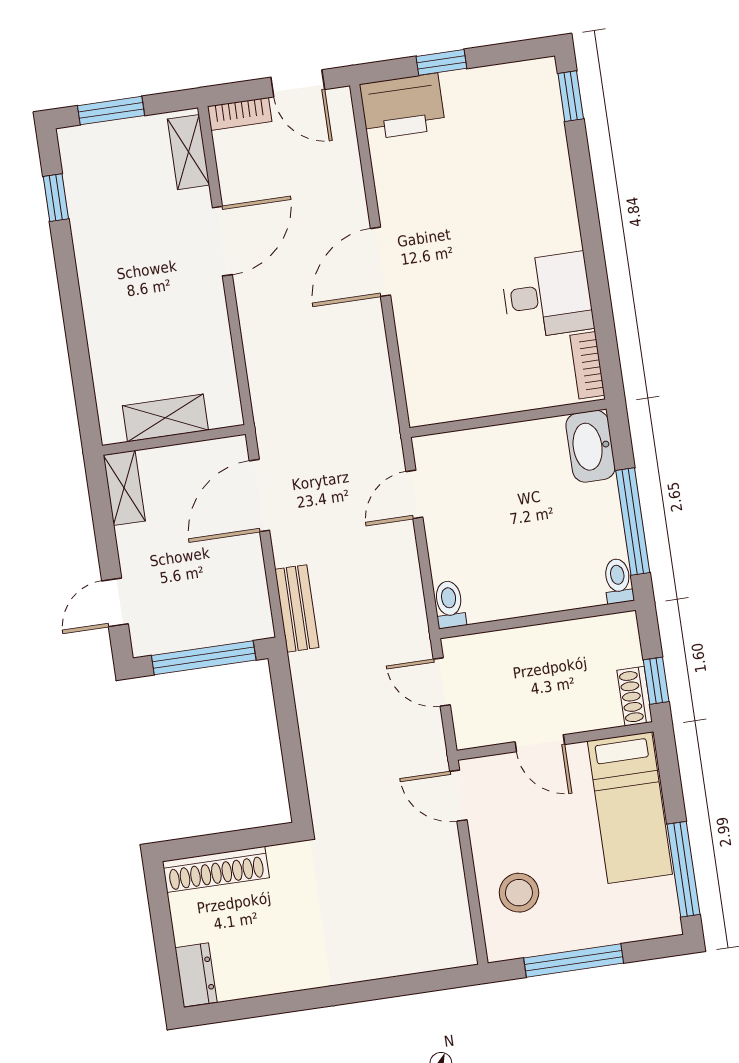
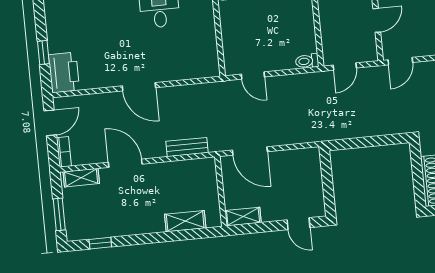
shelving: (165, 418) -> (185, 221), moved, turned 90
bench: (297, 608) -> (187, 147), moved
window: (204, 658) -> (327, 182), removed

